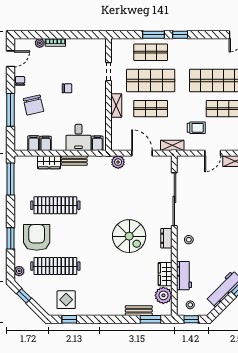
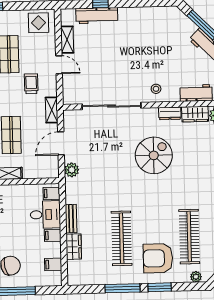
filing cabinet: (46, 143) -> (53, 235), moved
window: (11, 179) -> (123, 288), moved
dresser: (166, 238) -> (170, 113), moved

